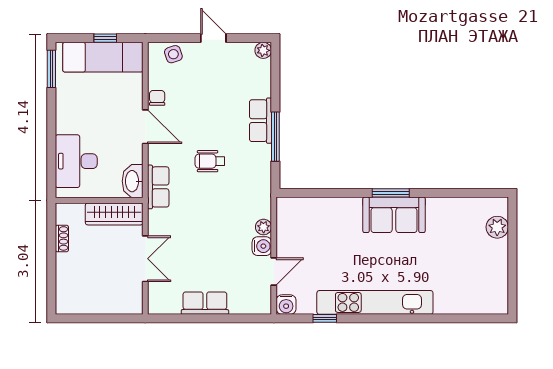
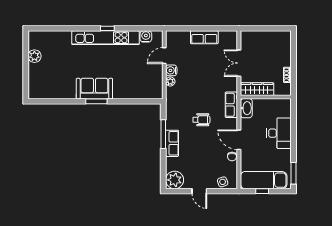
plant: (263, 50) -> (175, 180), width x1.87, depth x1.87
desk: (76, 161) -> (279, 133), moved
plant: (497, 227) -> (34, 56), moved
water cooler: (286, 305) -> (146, 36), moved
window: (325, 318) -> (107, 28), moved

